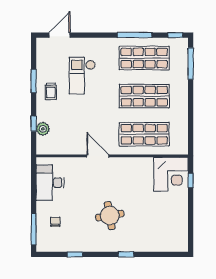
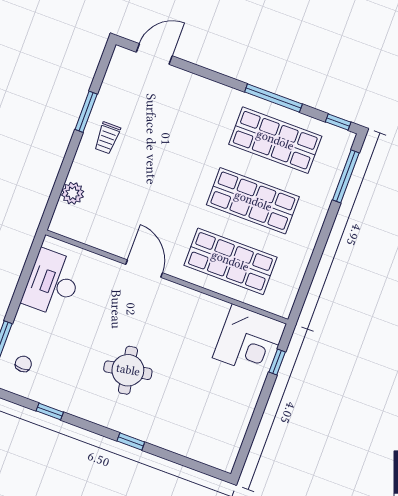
checkout: (82, 76) -> (166, 132), removed
window: (34, 124) -> (61, 179), removed
chair: (55, 222) -> (23, 364), moved

